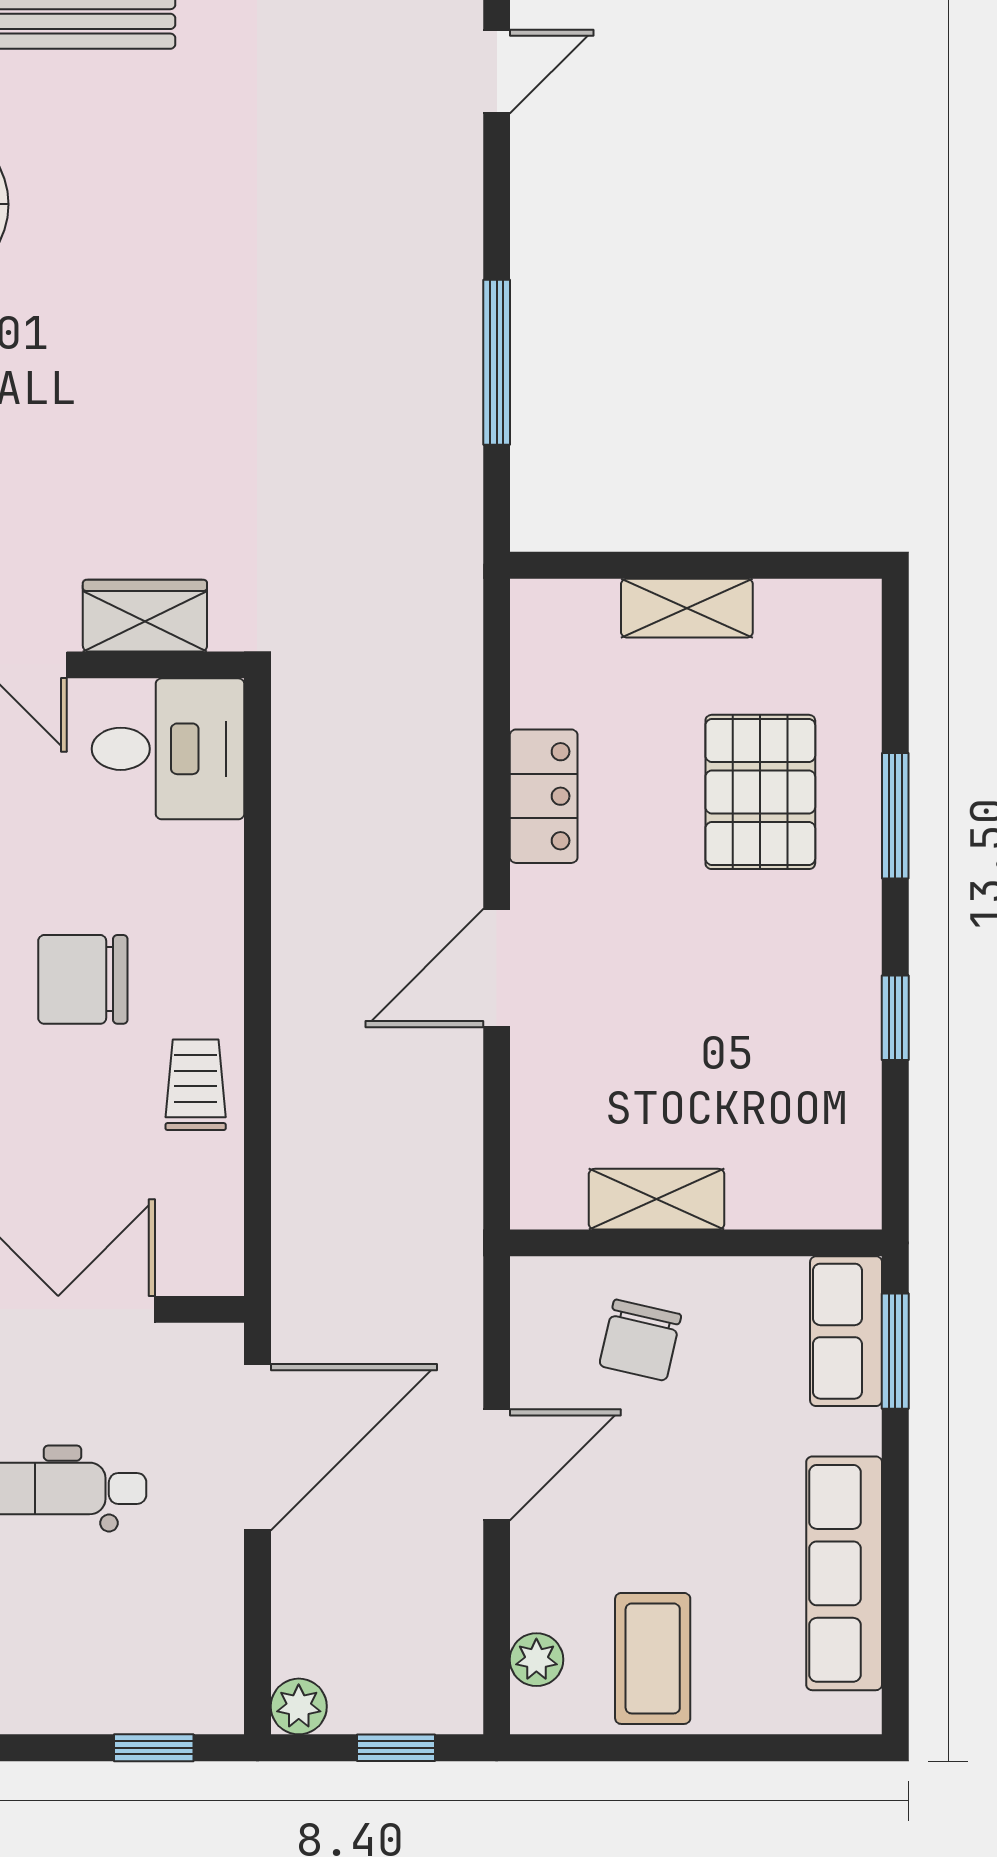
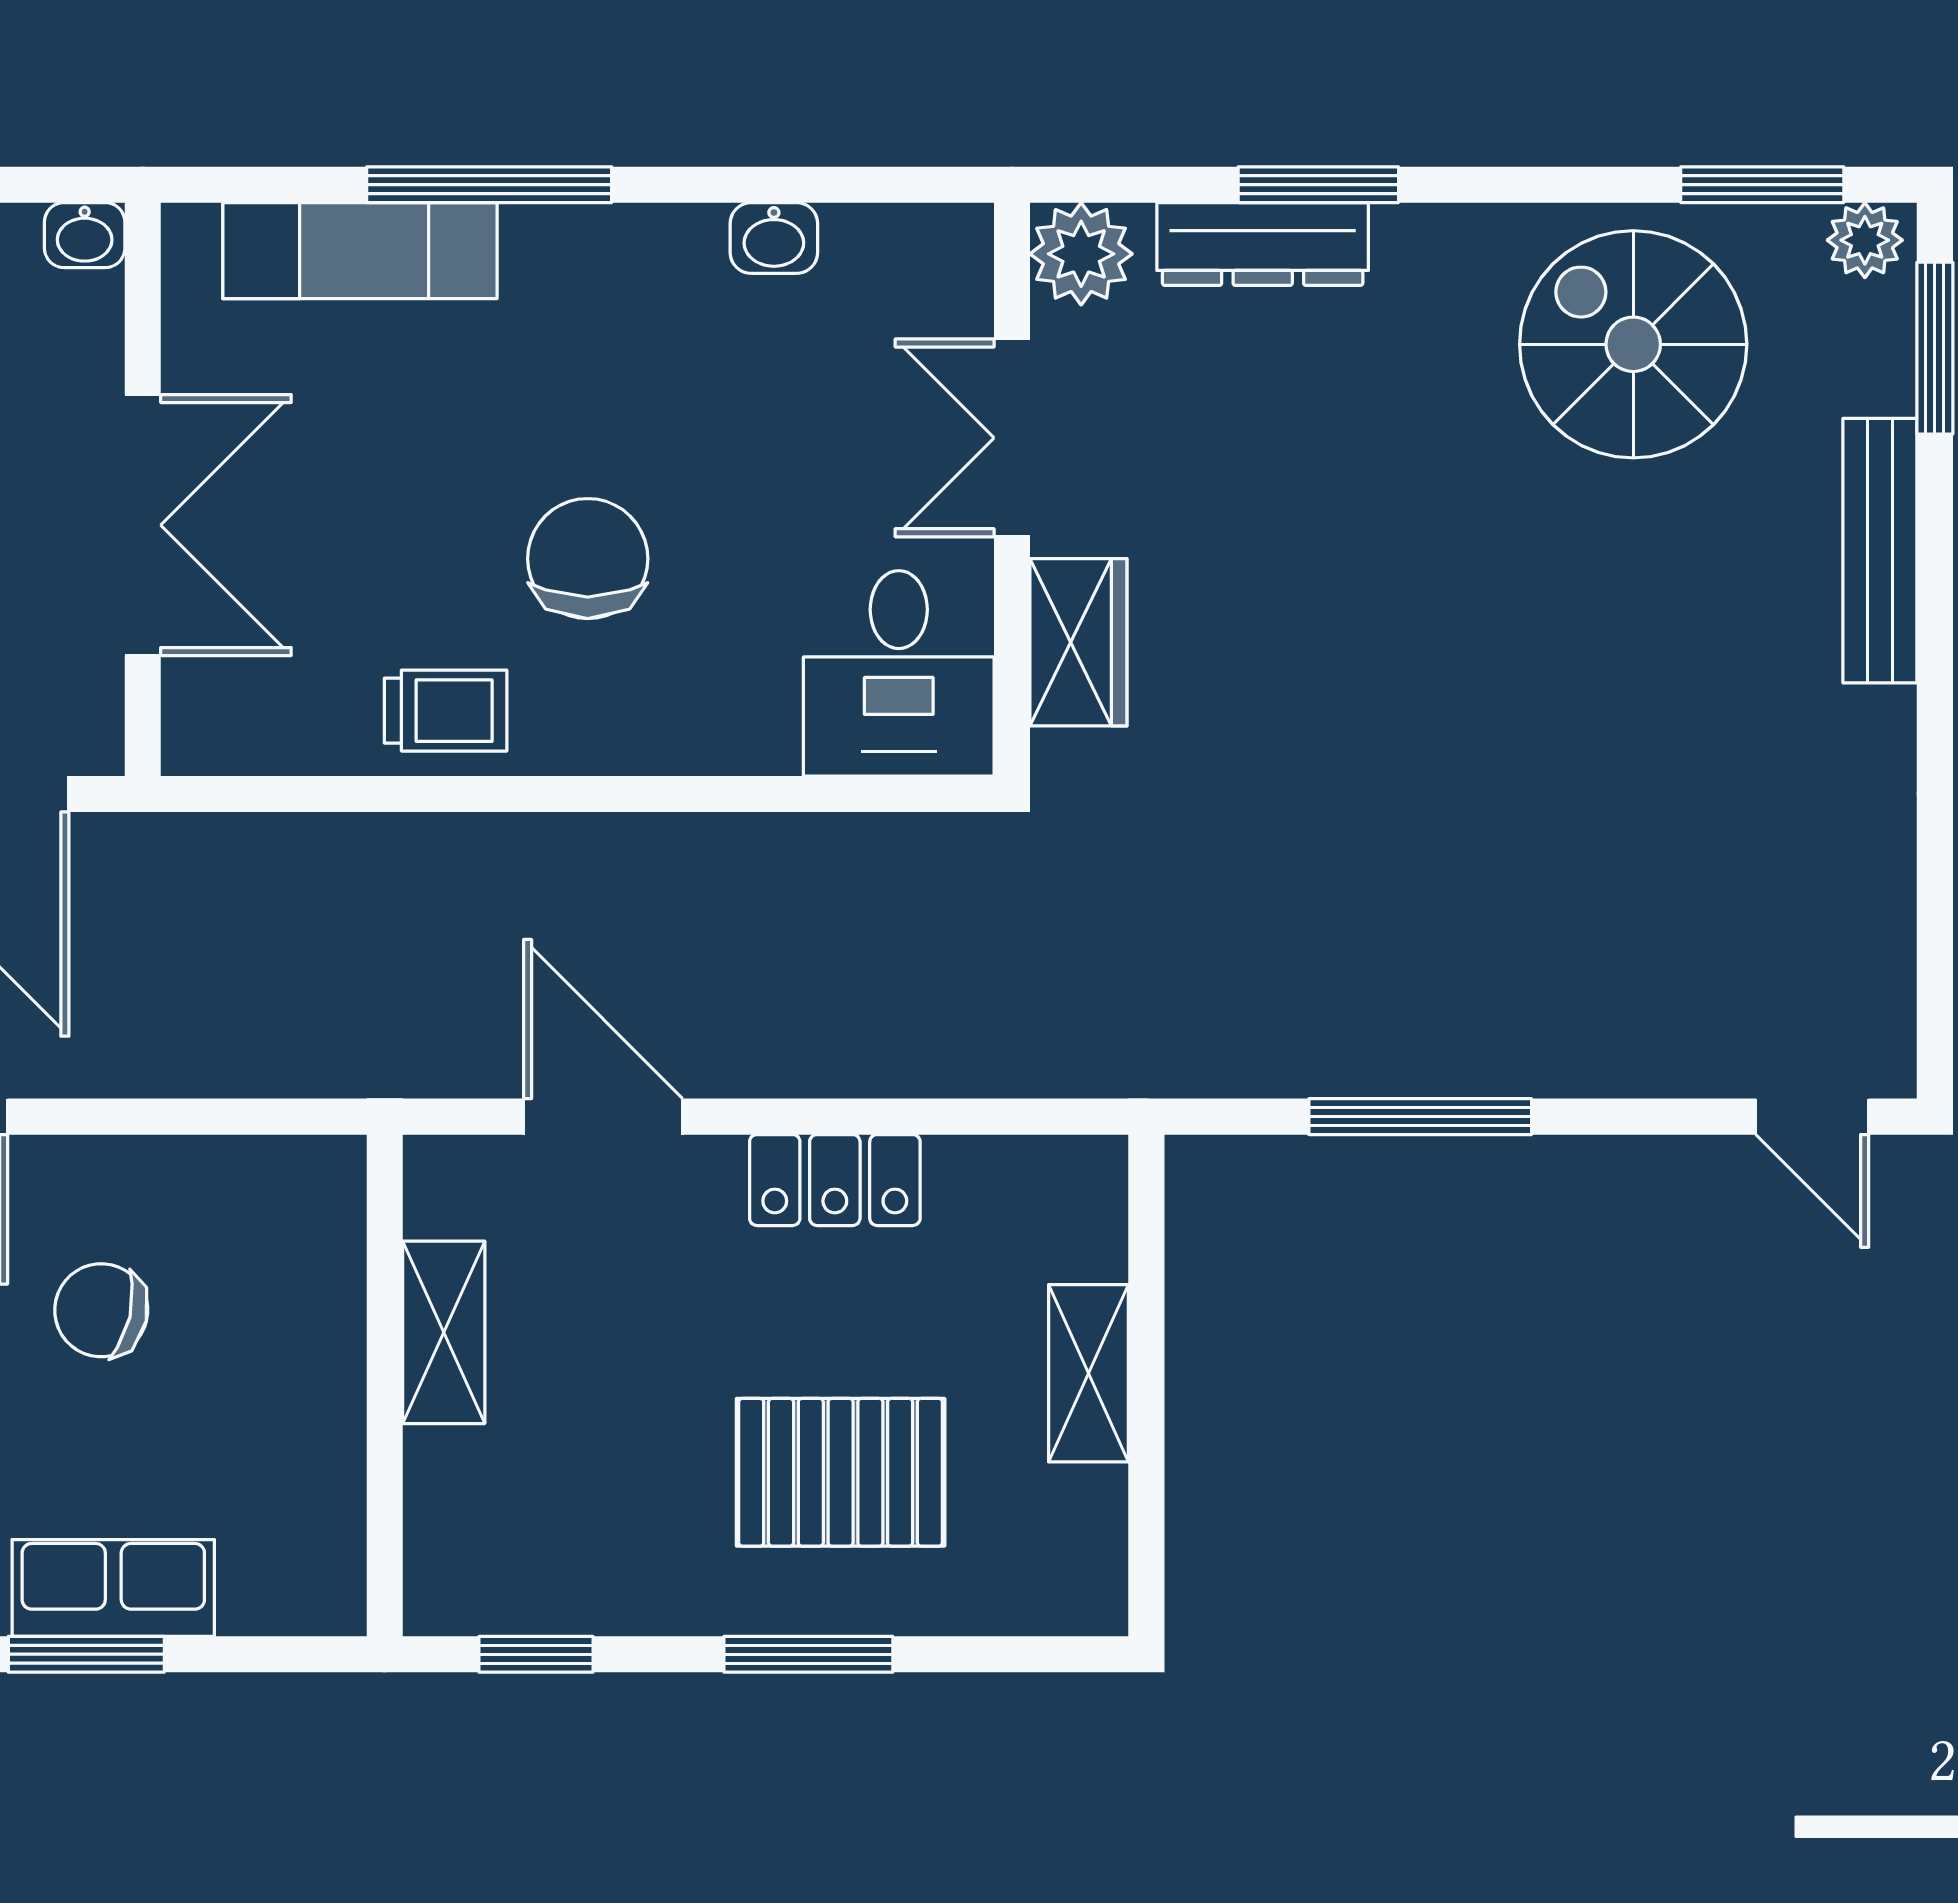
shelving: (657, 1199) -> (444, 1332), moved
wall: (696, 1243) -> (385, 1385), moved

